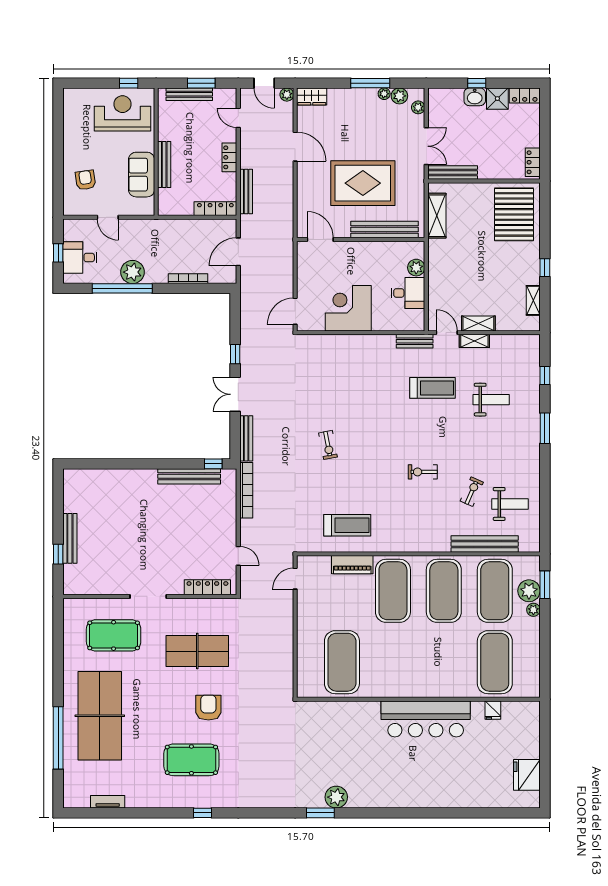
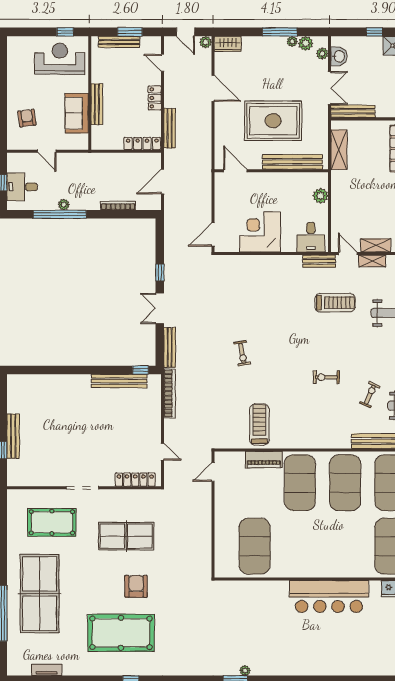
washbasin: (475, 97) -> (339, 56), moved, turned -90
plant: (132, 272) -> (64, 205), width x0.53, depth x0.53
desk: (408, 293) -> (311, 237), moved, turned 90
treadmill: (347, 525) -> (259, 424), turned -90
pool table: (191, 760) -> (121, 633), width x1.36, depth x1.32
plant: (336, 797) -> (245, 670), width x0.53, depth x0.53

